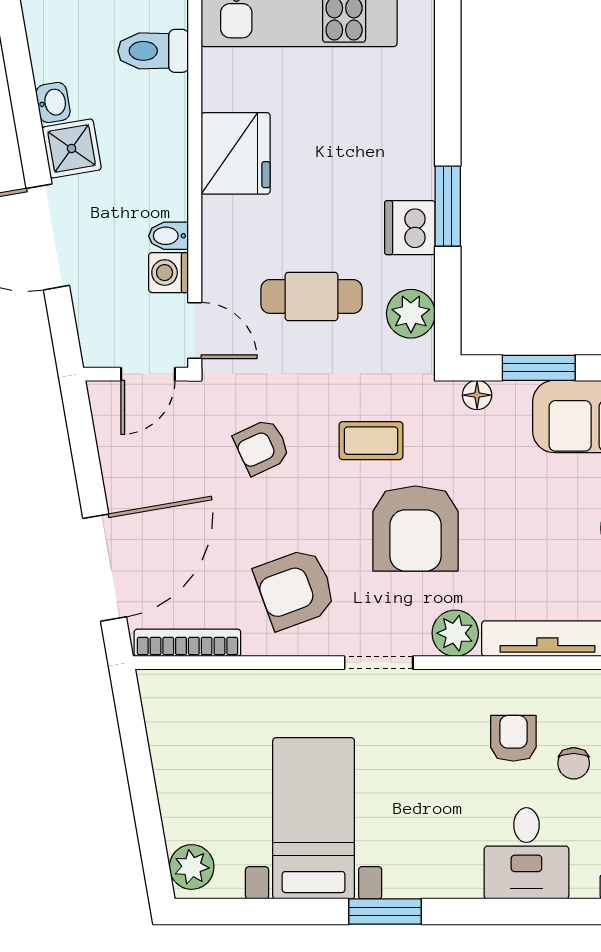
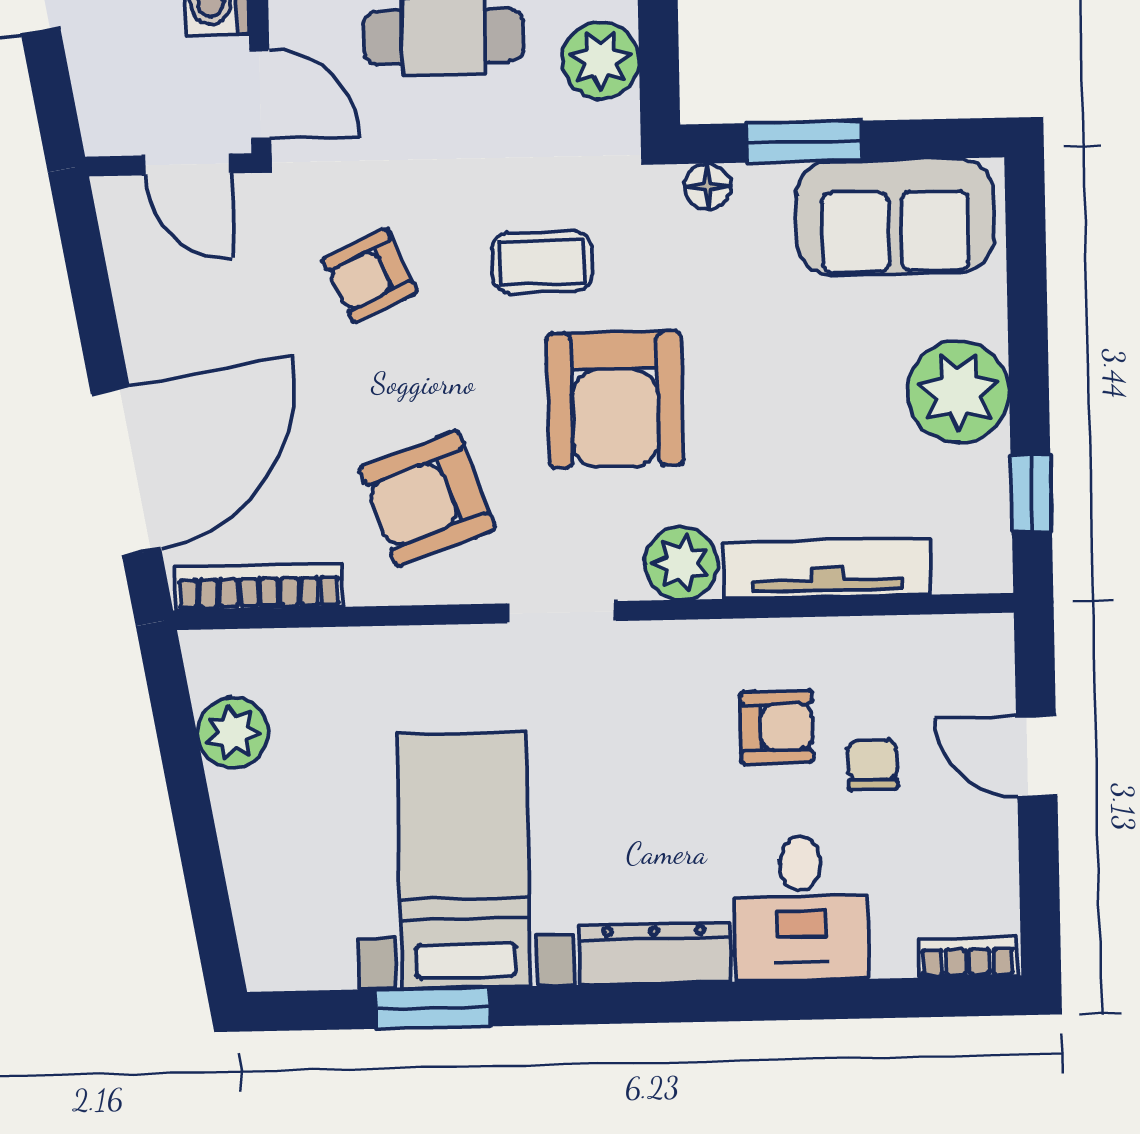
door: (148, 374) -> (188, 164), hinge flipped
armchair: (513, 738) -> (777, 727), turned 90
chair: (574, 763) -> (872, 765), turned 180
plant: (192, 867) -> (233, 733), moved
dresser: (433, 880) -> (654, 954), added
window: (385, 912) -> (433, 1008), moved

